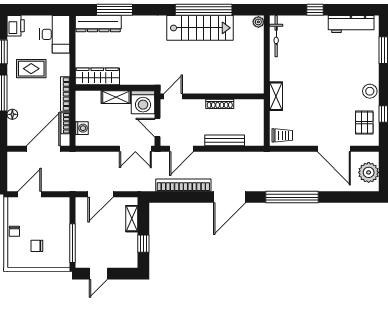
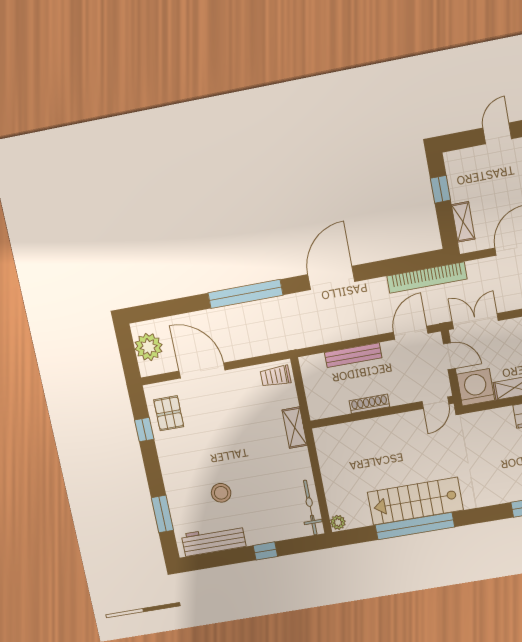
stool: (370, 91) -> (221, 493), moved
bookcase: (183, 185) -> (427, 278), moved

